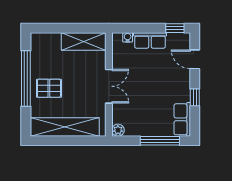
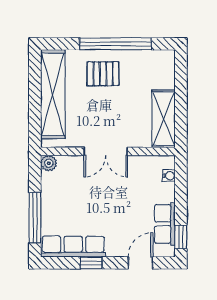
row of seats: (150, 40) -> (165, 224), moved
pallet: (49, 88) -> (103, 74), turned 90
row of seats: (182, 119) -> (73, 247), width x1.48

